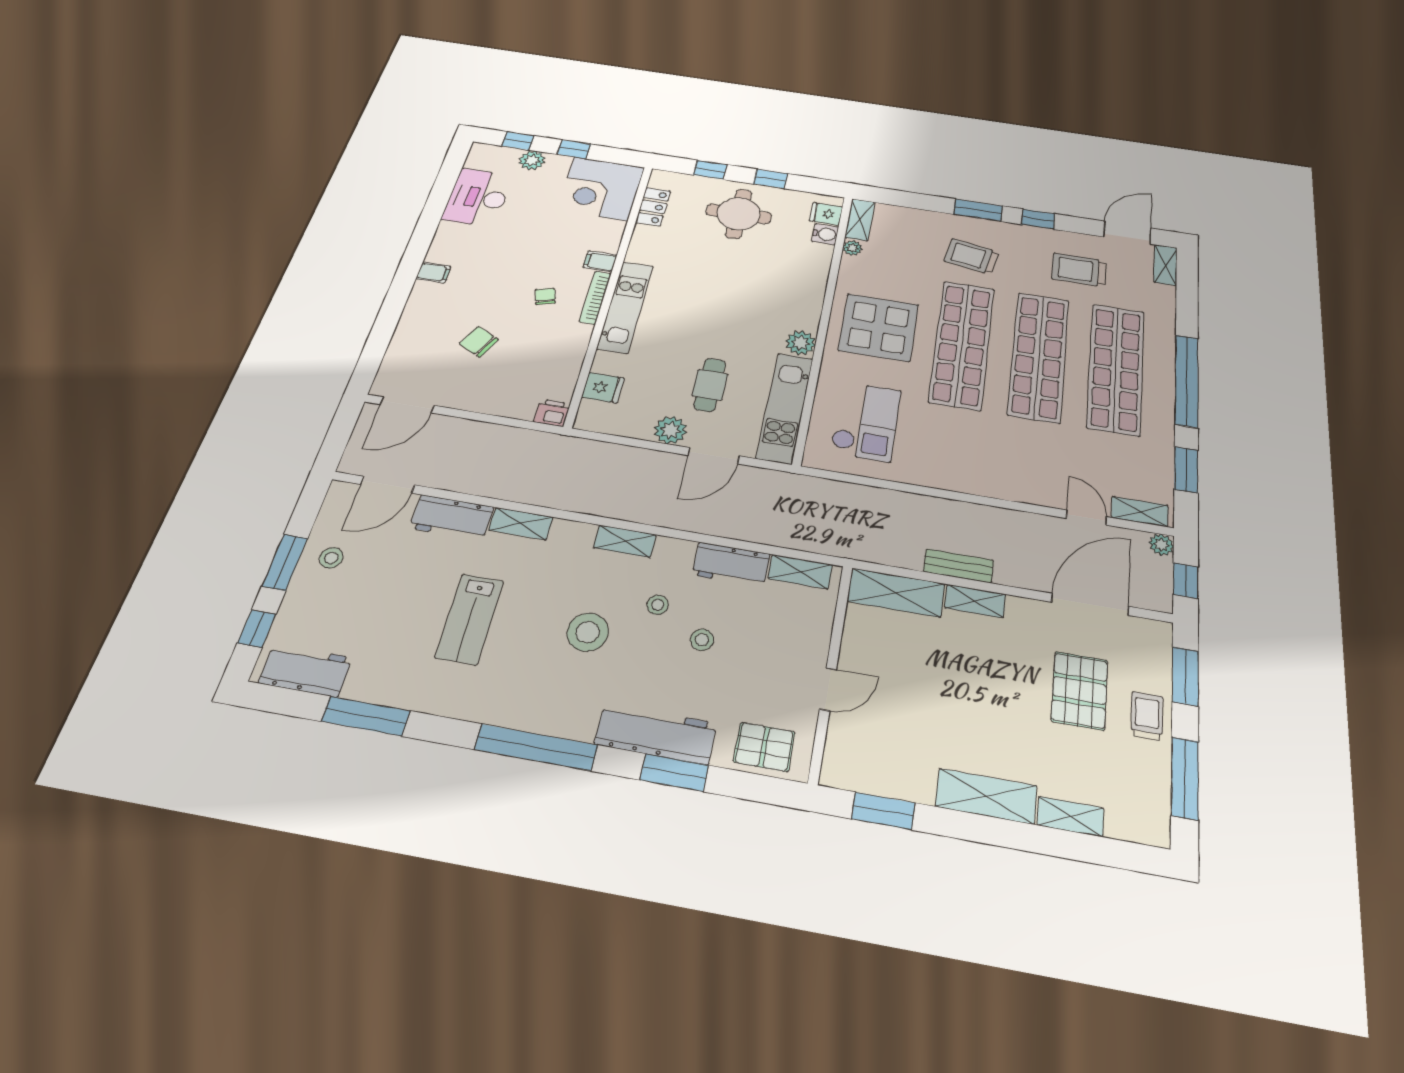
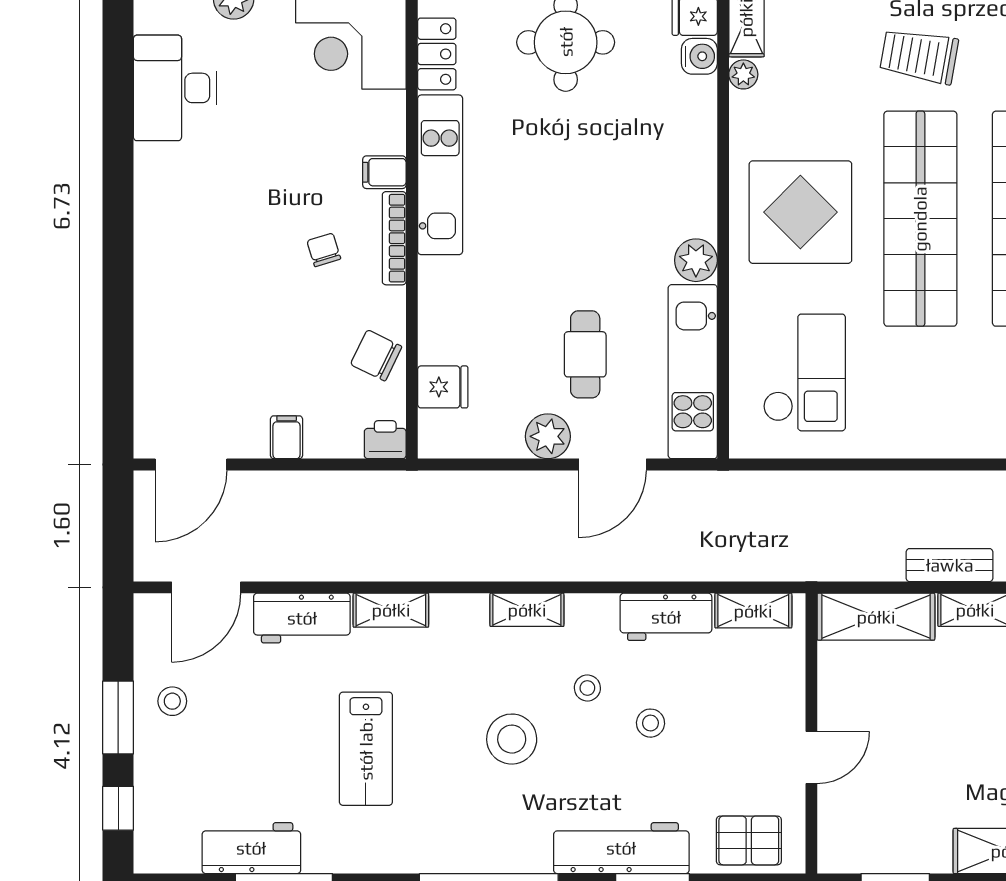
filing cabinet: (434, 273) -> (287, 437), moved, turned -90
kitchen unit: (625, 307) -> (440, 175), moved
chair: (479, 342) -> (376, 355), moved
workbench: (306, 670) -> (251, 848), moved

